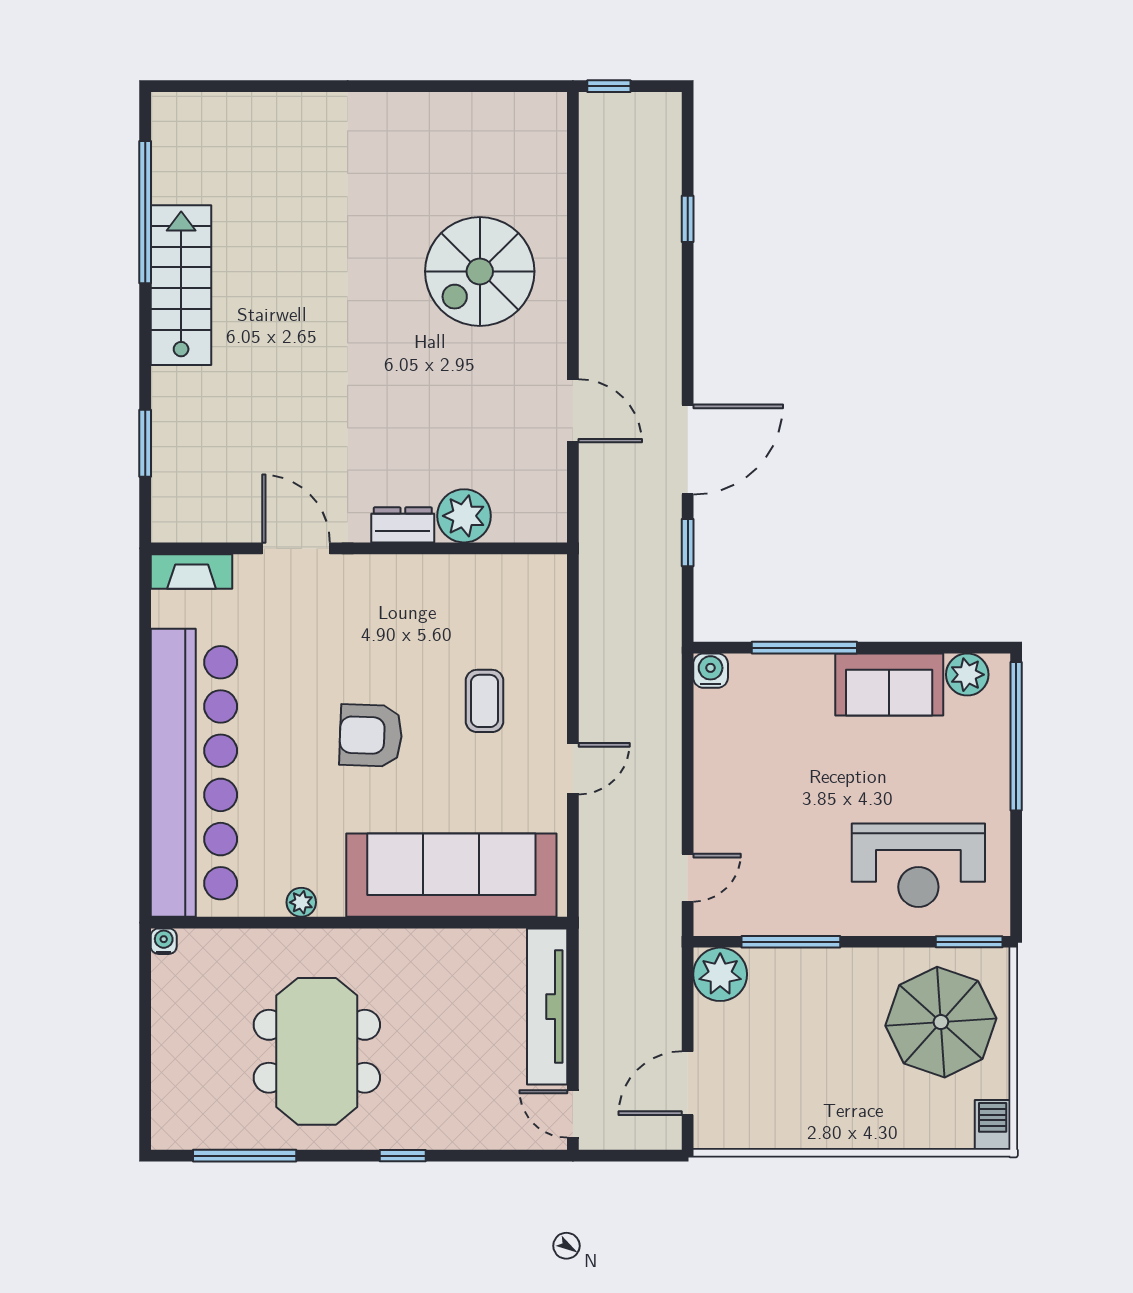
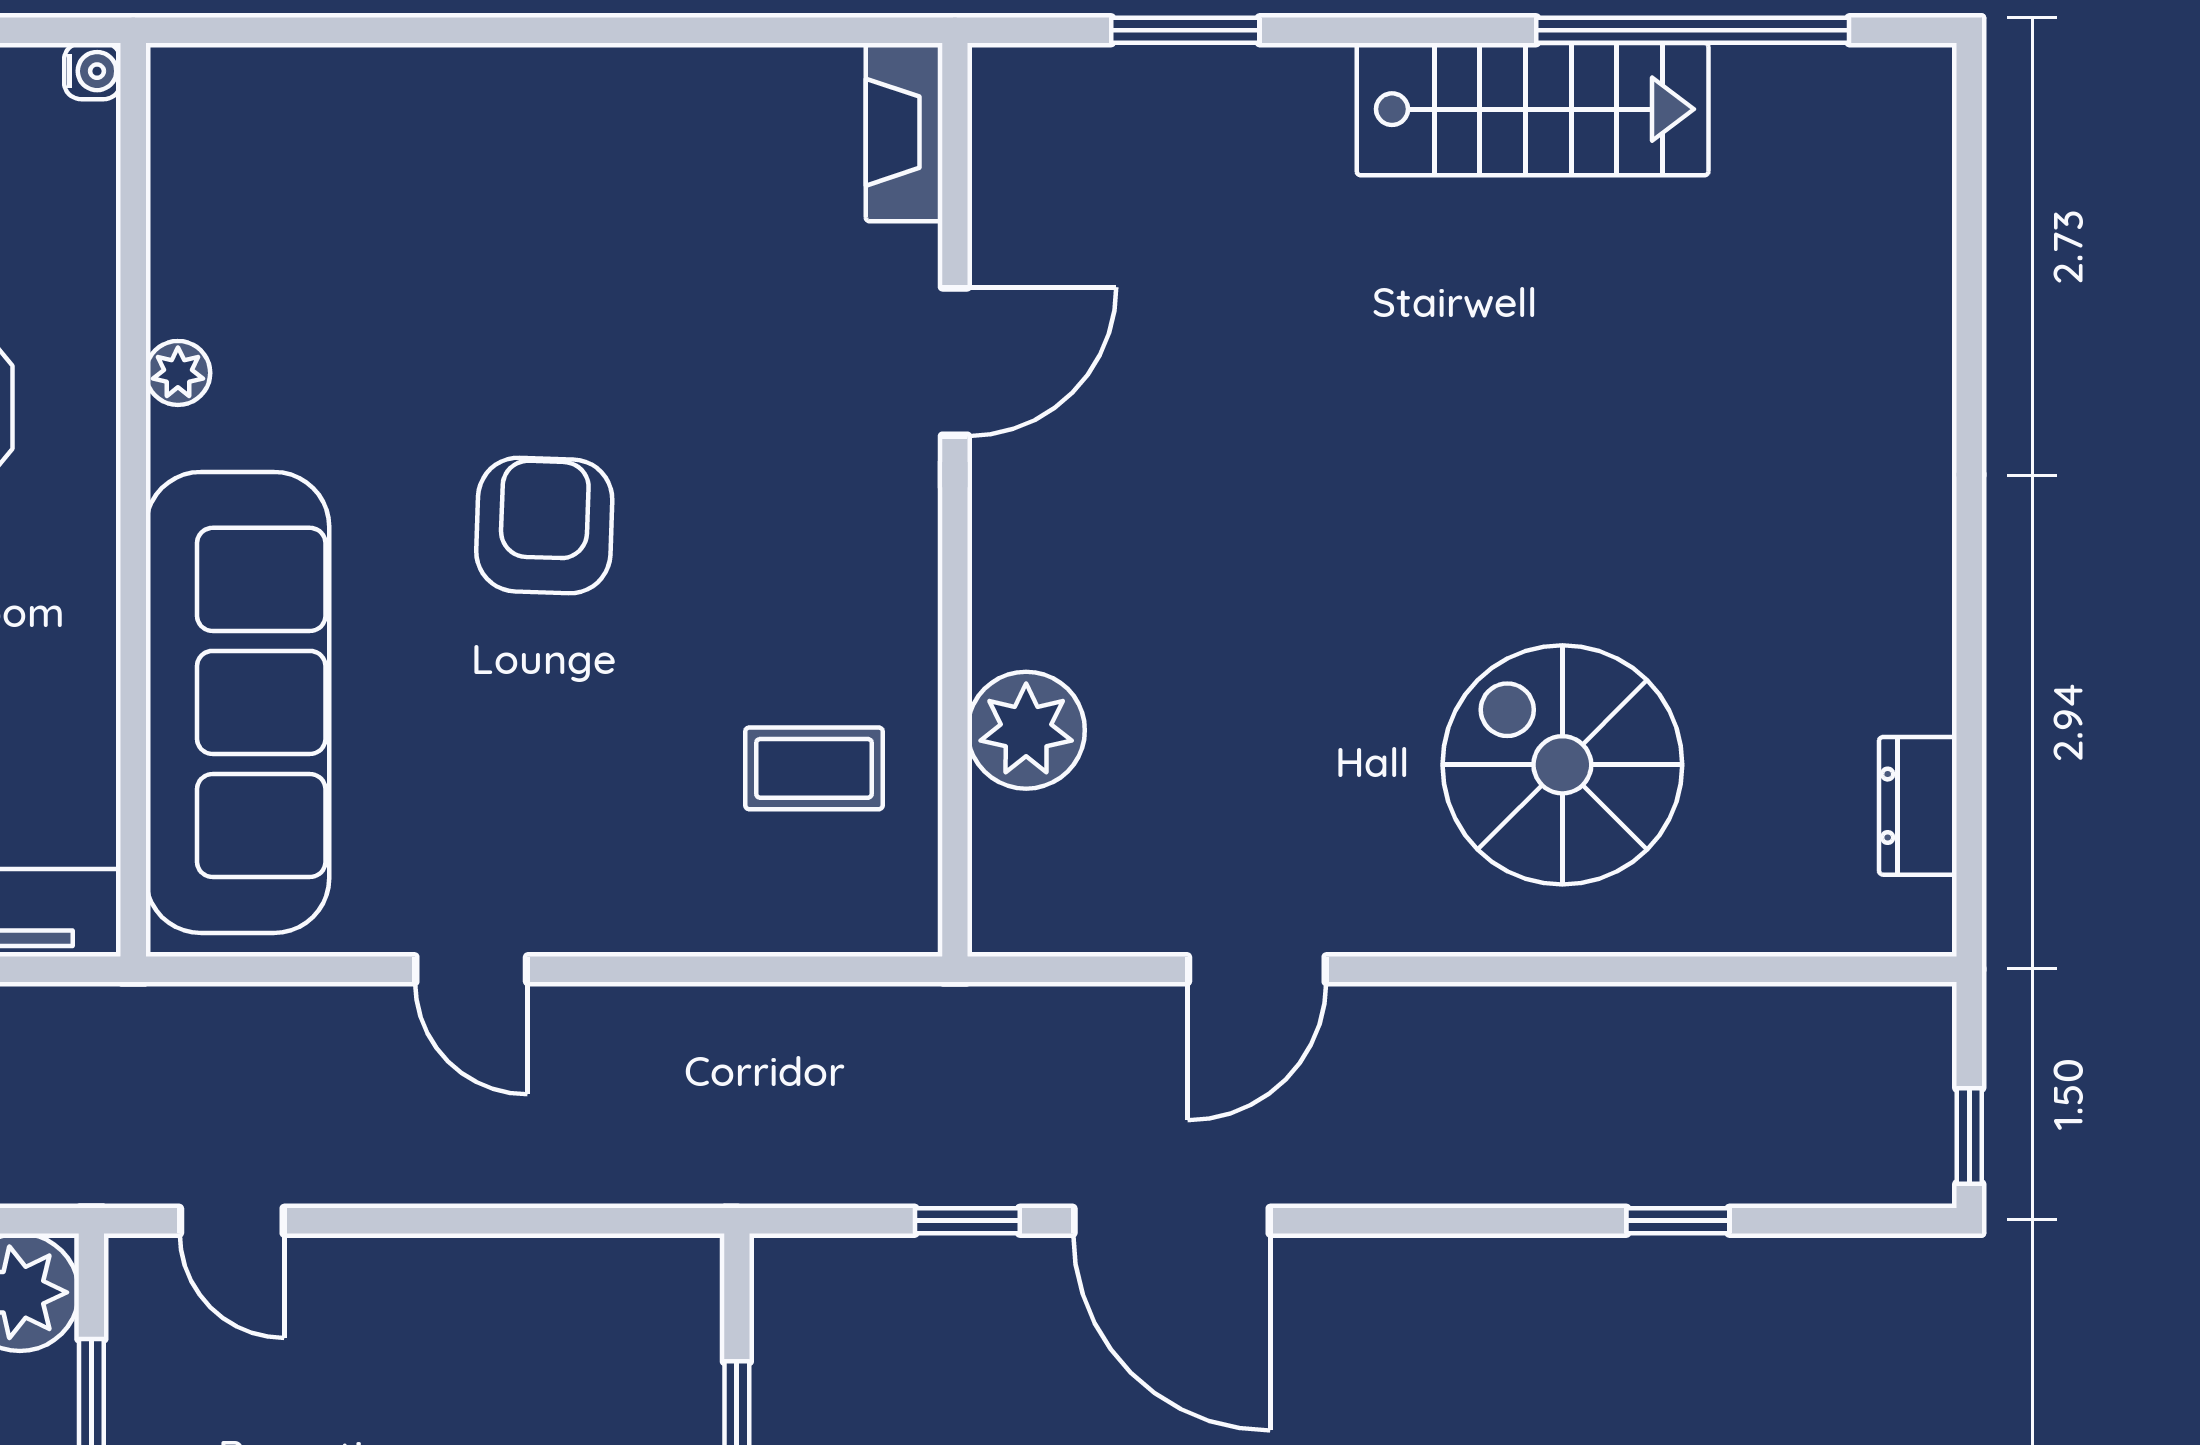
window: (609, 86) -> (1969, 1136), moved
dresser: (403, 525) -> (1918, 806), moved, turned 180
water cooler: (711, 671) -> (686, 1271), removed
coffee table: (484, 701) -> (814, 768), moved
bar counter: (194, 773) -> (462, 137), removed

